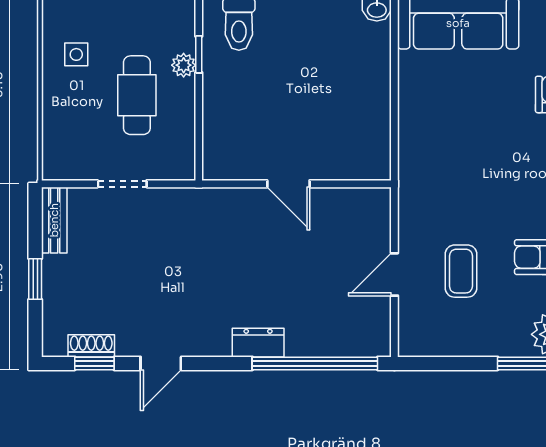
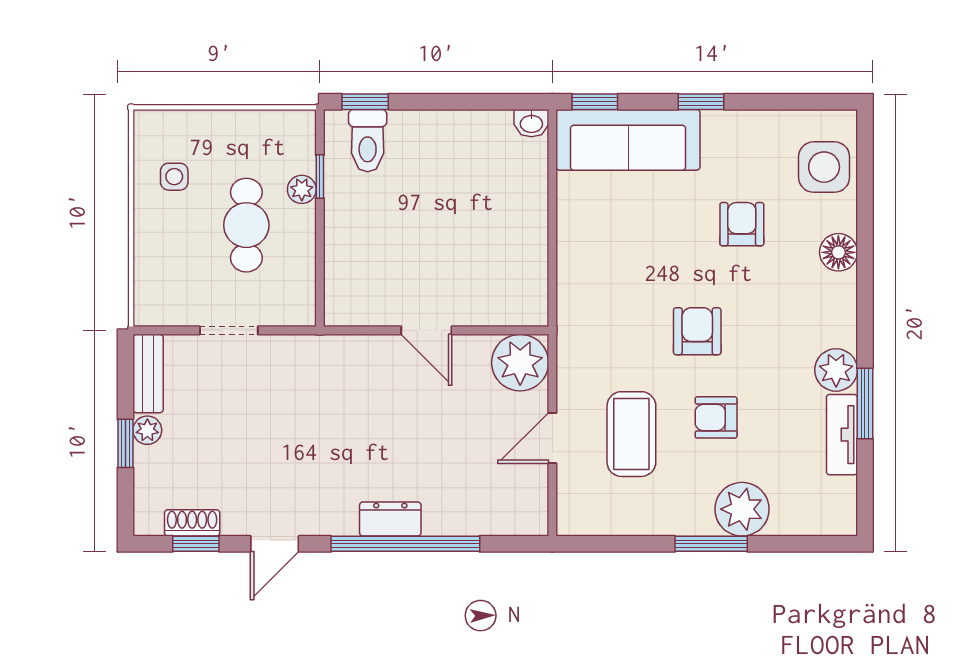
armchair: (516, 185) -> (697, 331), added
plant: (367, 211) -> (520, 363), added
plant: (54, 268) -> (147, 430), added
coffee table: (461, 271) -> (631, 434), width x1.36, depth x1.30
window: (315, 363) -> (405, 544), moved

